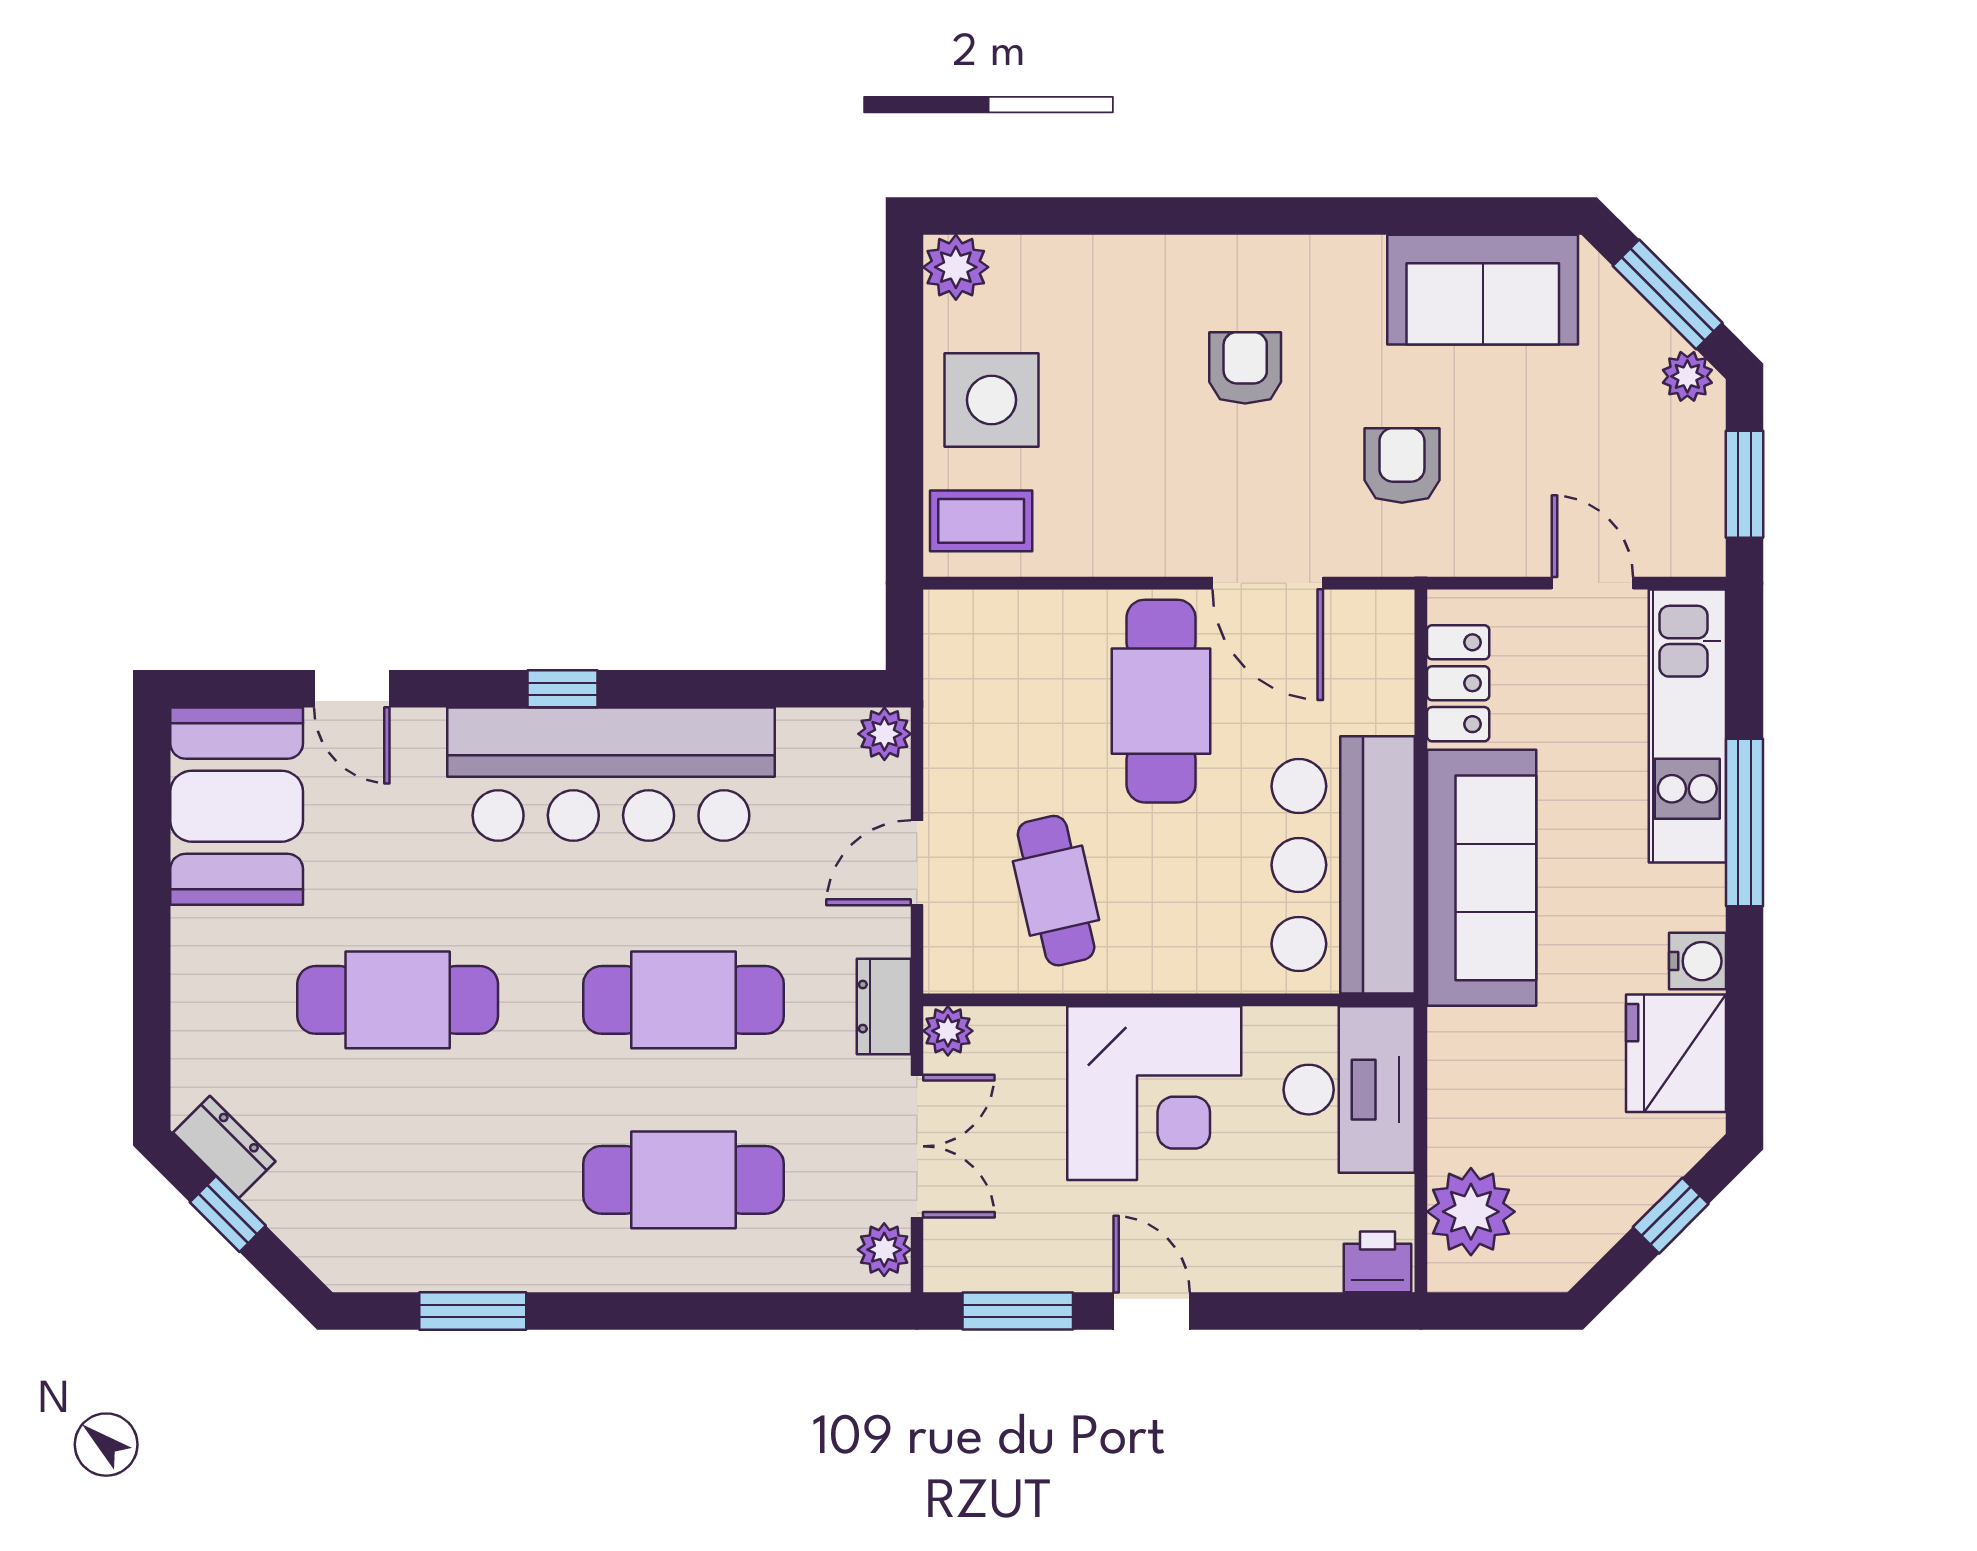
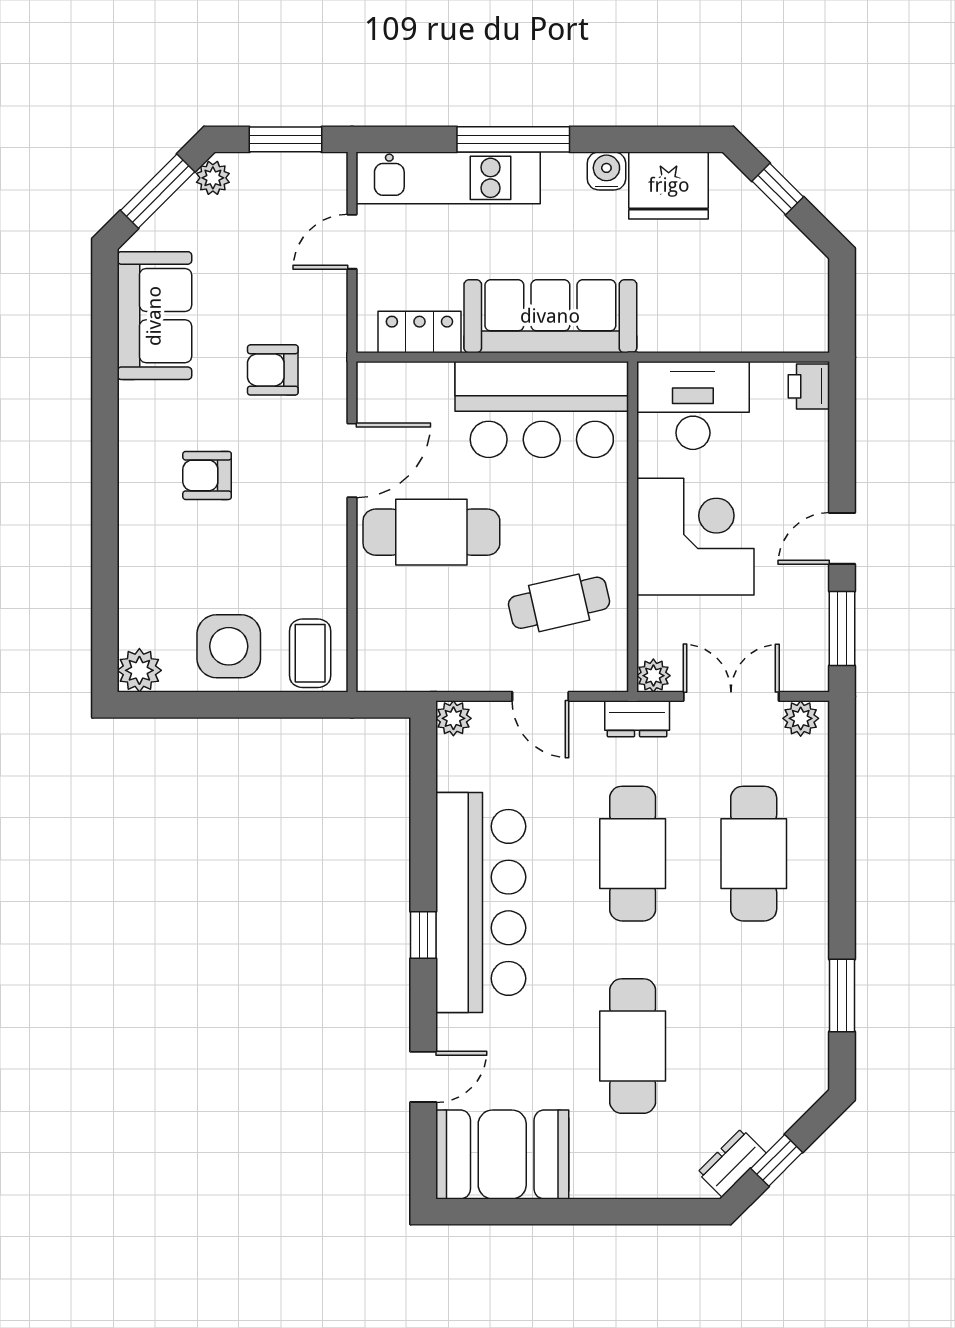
plant: (1471, 1212) -> (775, 323), removed

